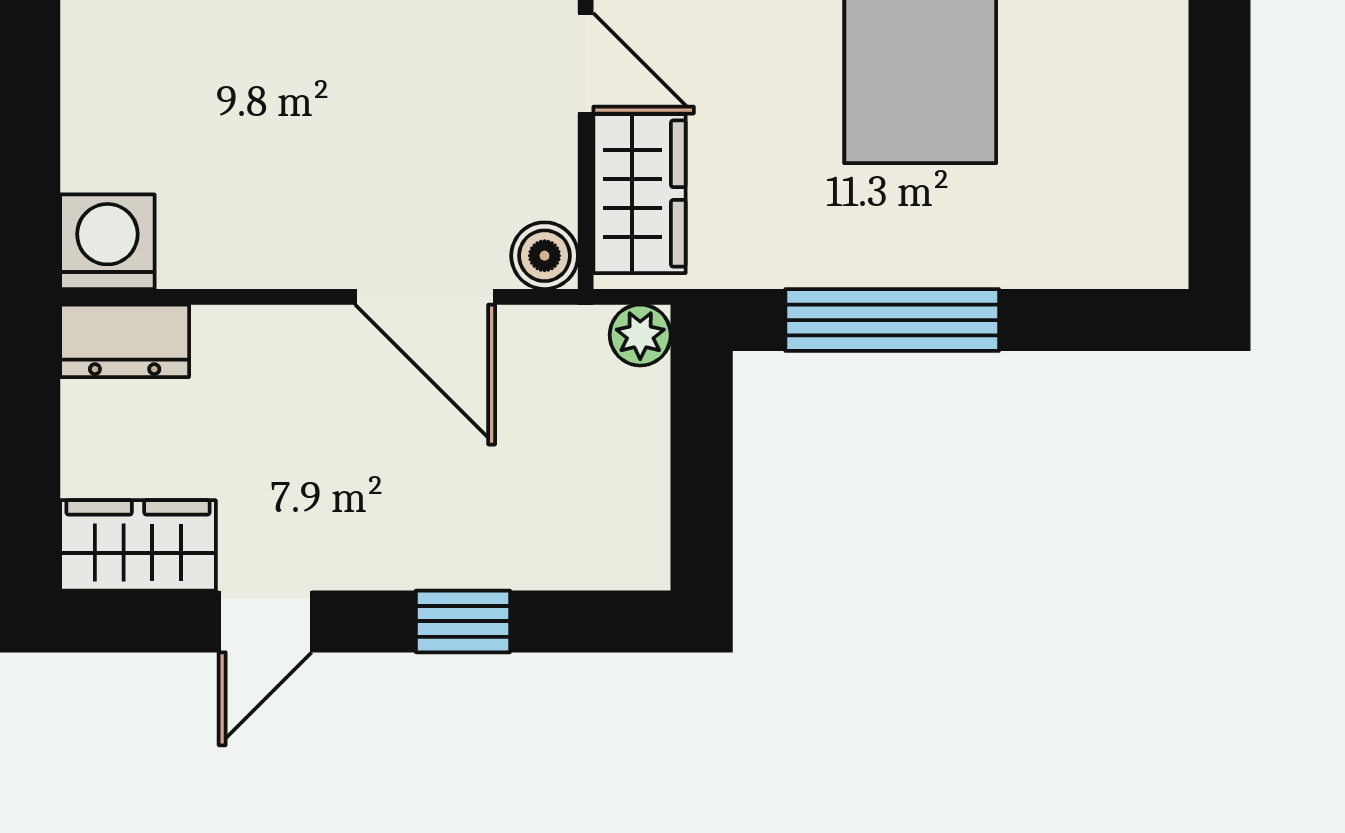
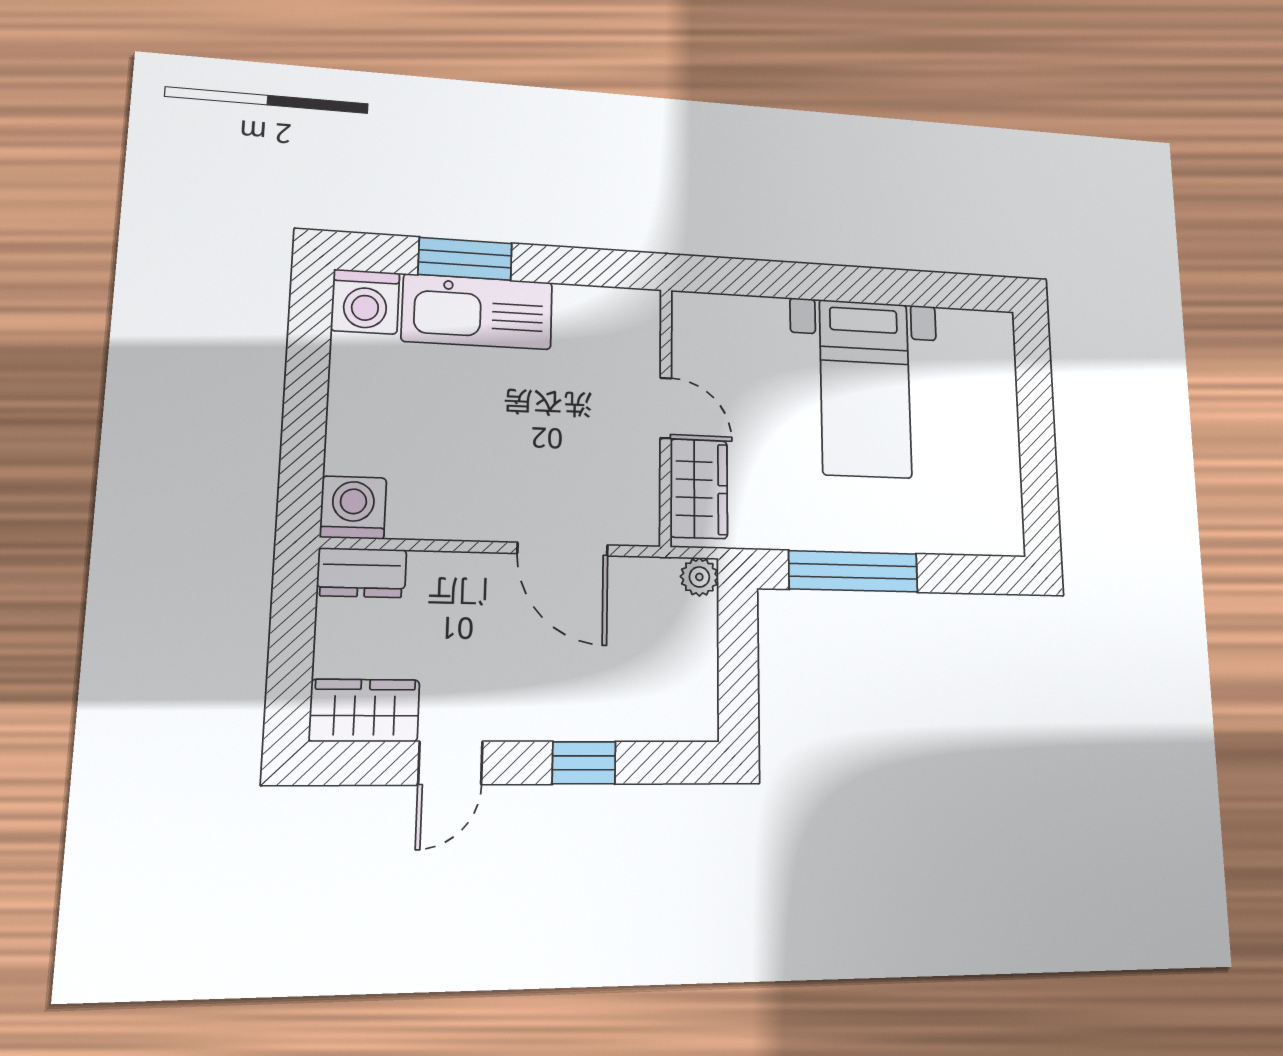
boiler: (545, 256) -> (639, 525), removed

